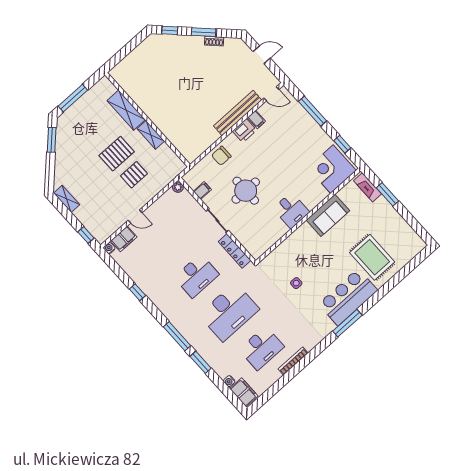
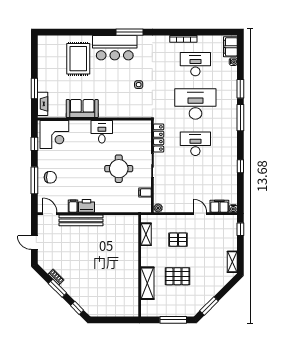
shelving: (151, 135) -> (146, 234), moved
pallet: (117, 154) -> (177, 276), moved
chair: (221, 156) -> (50, 177), moved

